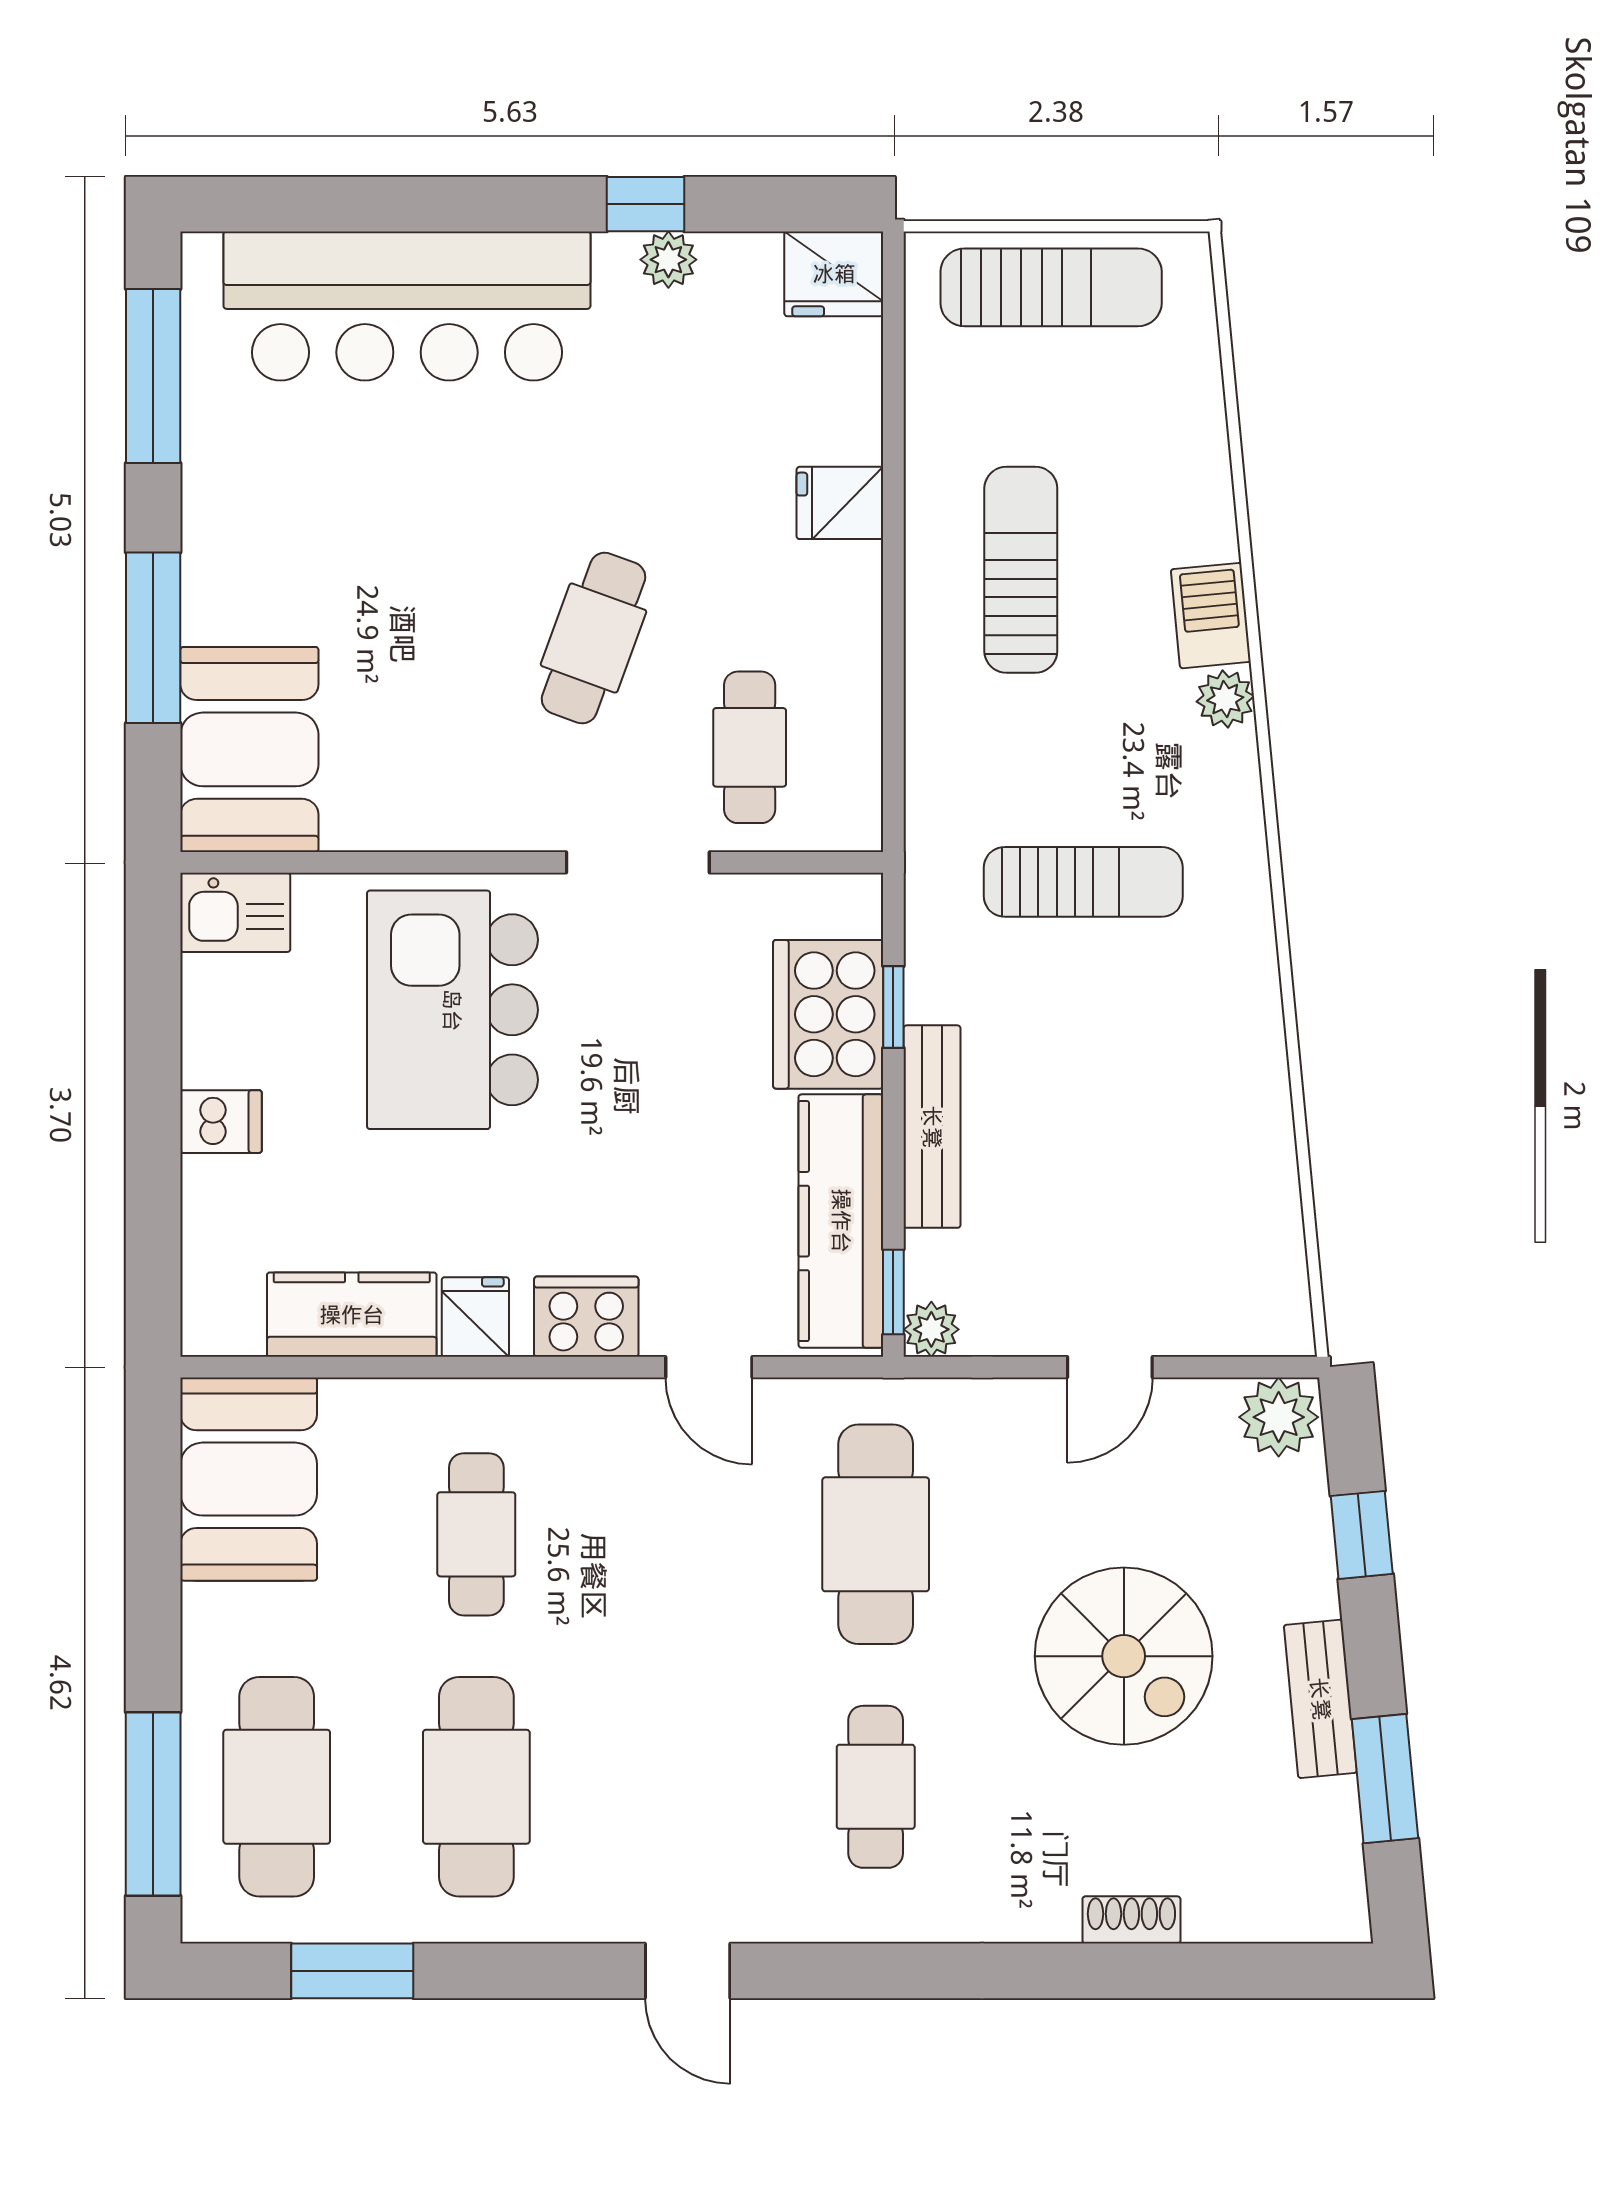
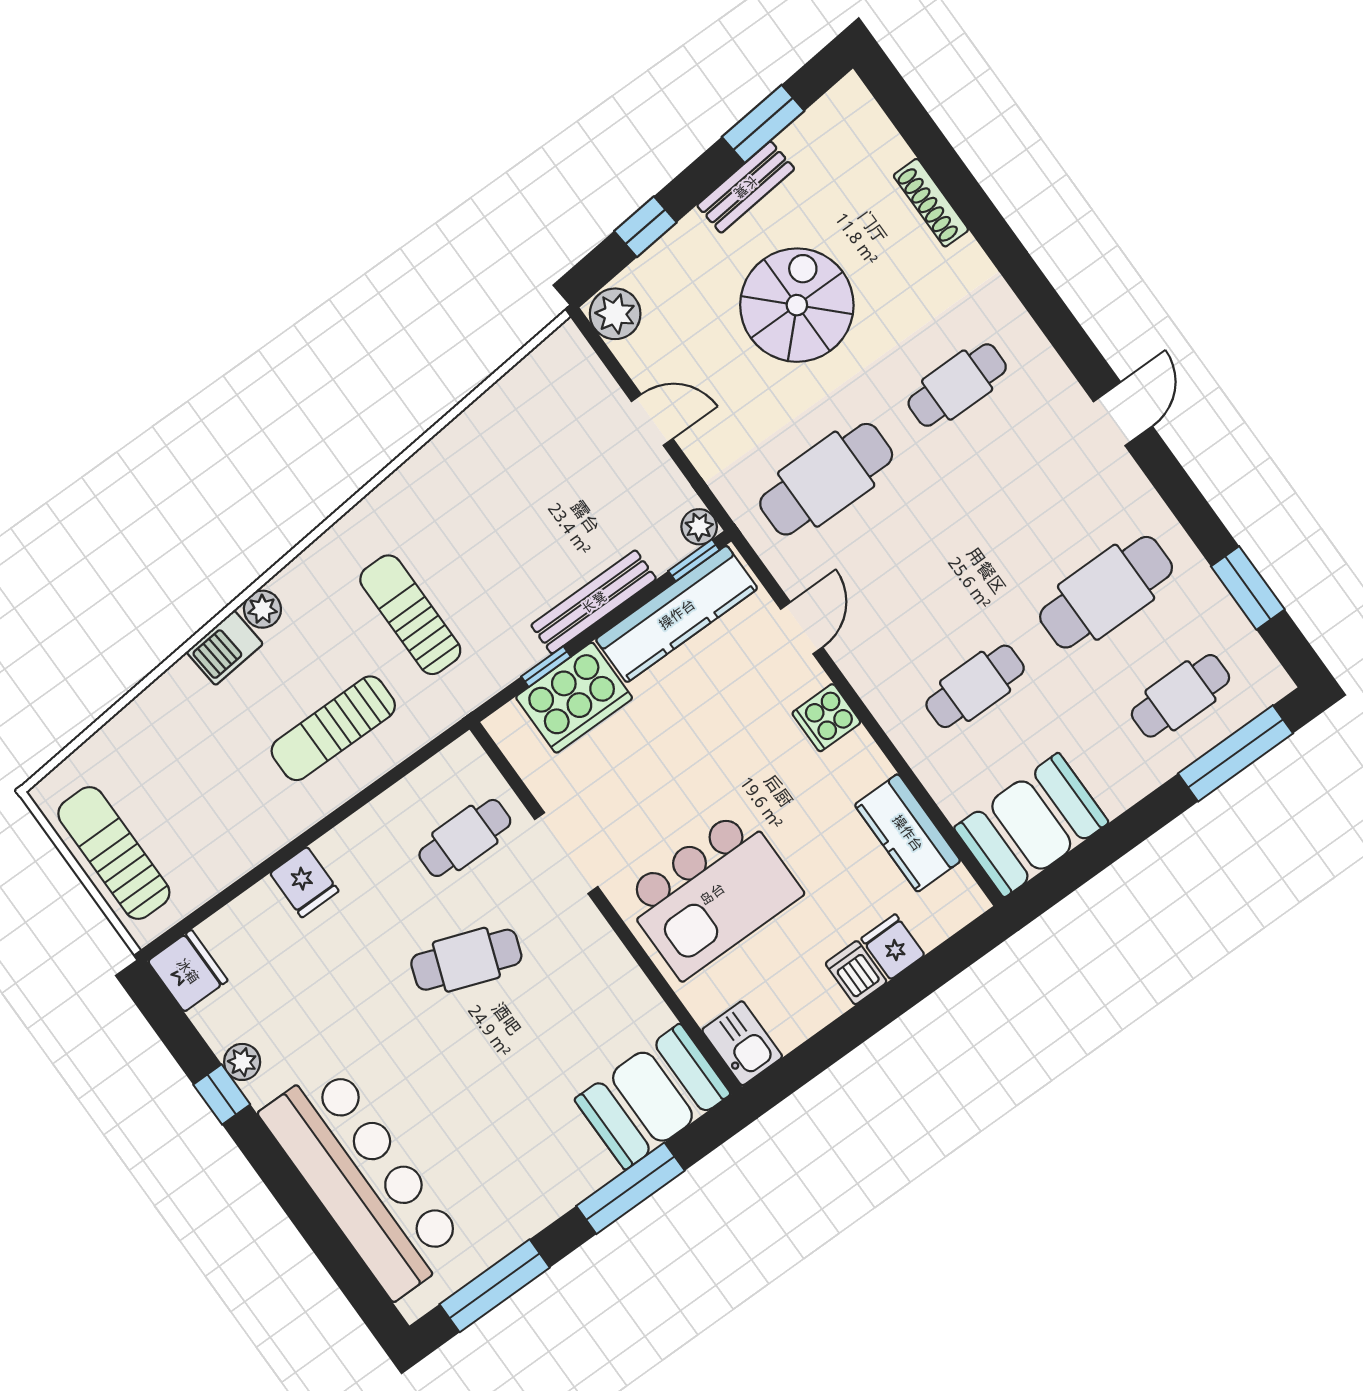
sun lounger: (1021, 570) -> (333, 728), moved
fridge: (475, 1317) -> (893, 947), moved, turned 90
cooker: (586, 1317) -> (826, 718), width x0.73
cafe table: (277, 1787) -> (1180, 696), width x0.73, depth x0.74
shoe rack: (1131, 1920) -> (931, 203), width x1.43

